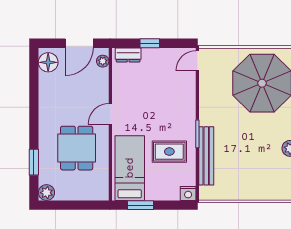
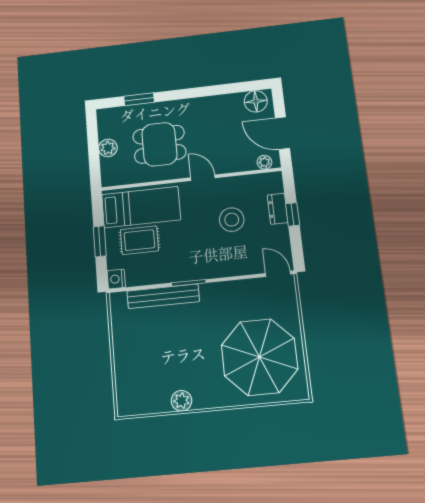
dresser: (128, 55) -> (278, 209), moved
stool: (149, 94) -> (232, 220), added
rug: (169, 152) -> (139, 240), moved, turned 90
plant: (46, 193) -> (108, 148), moved
window: (140, 205) -> (100, 241), moved

